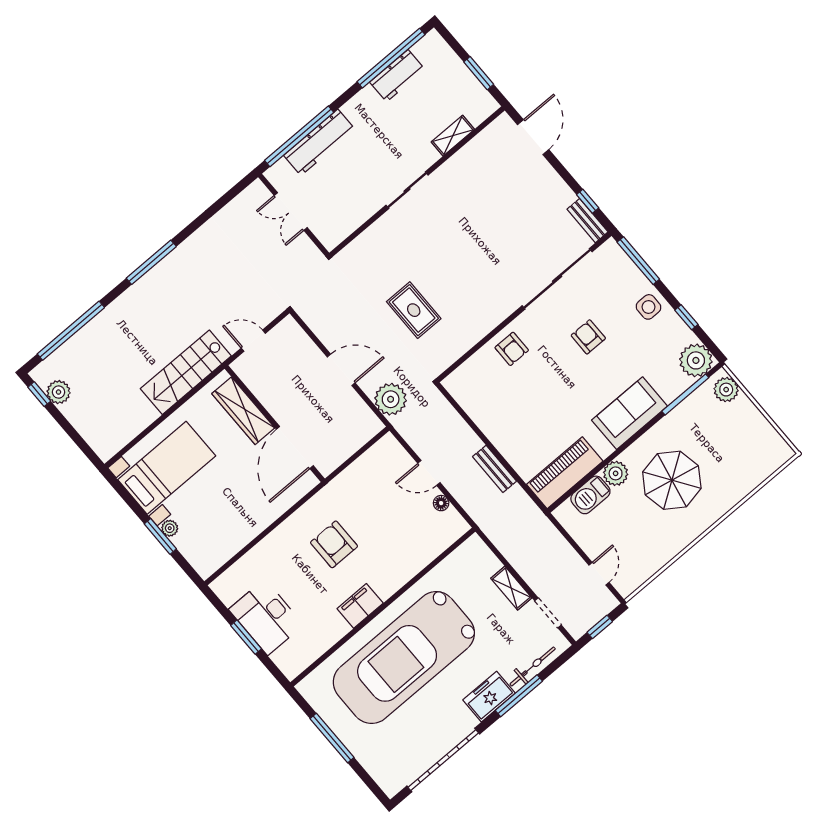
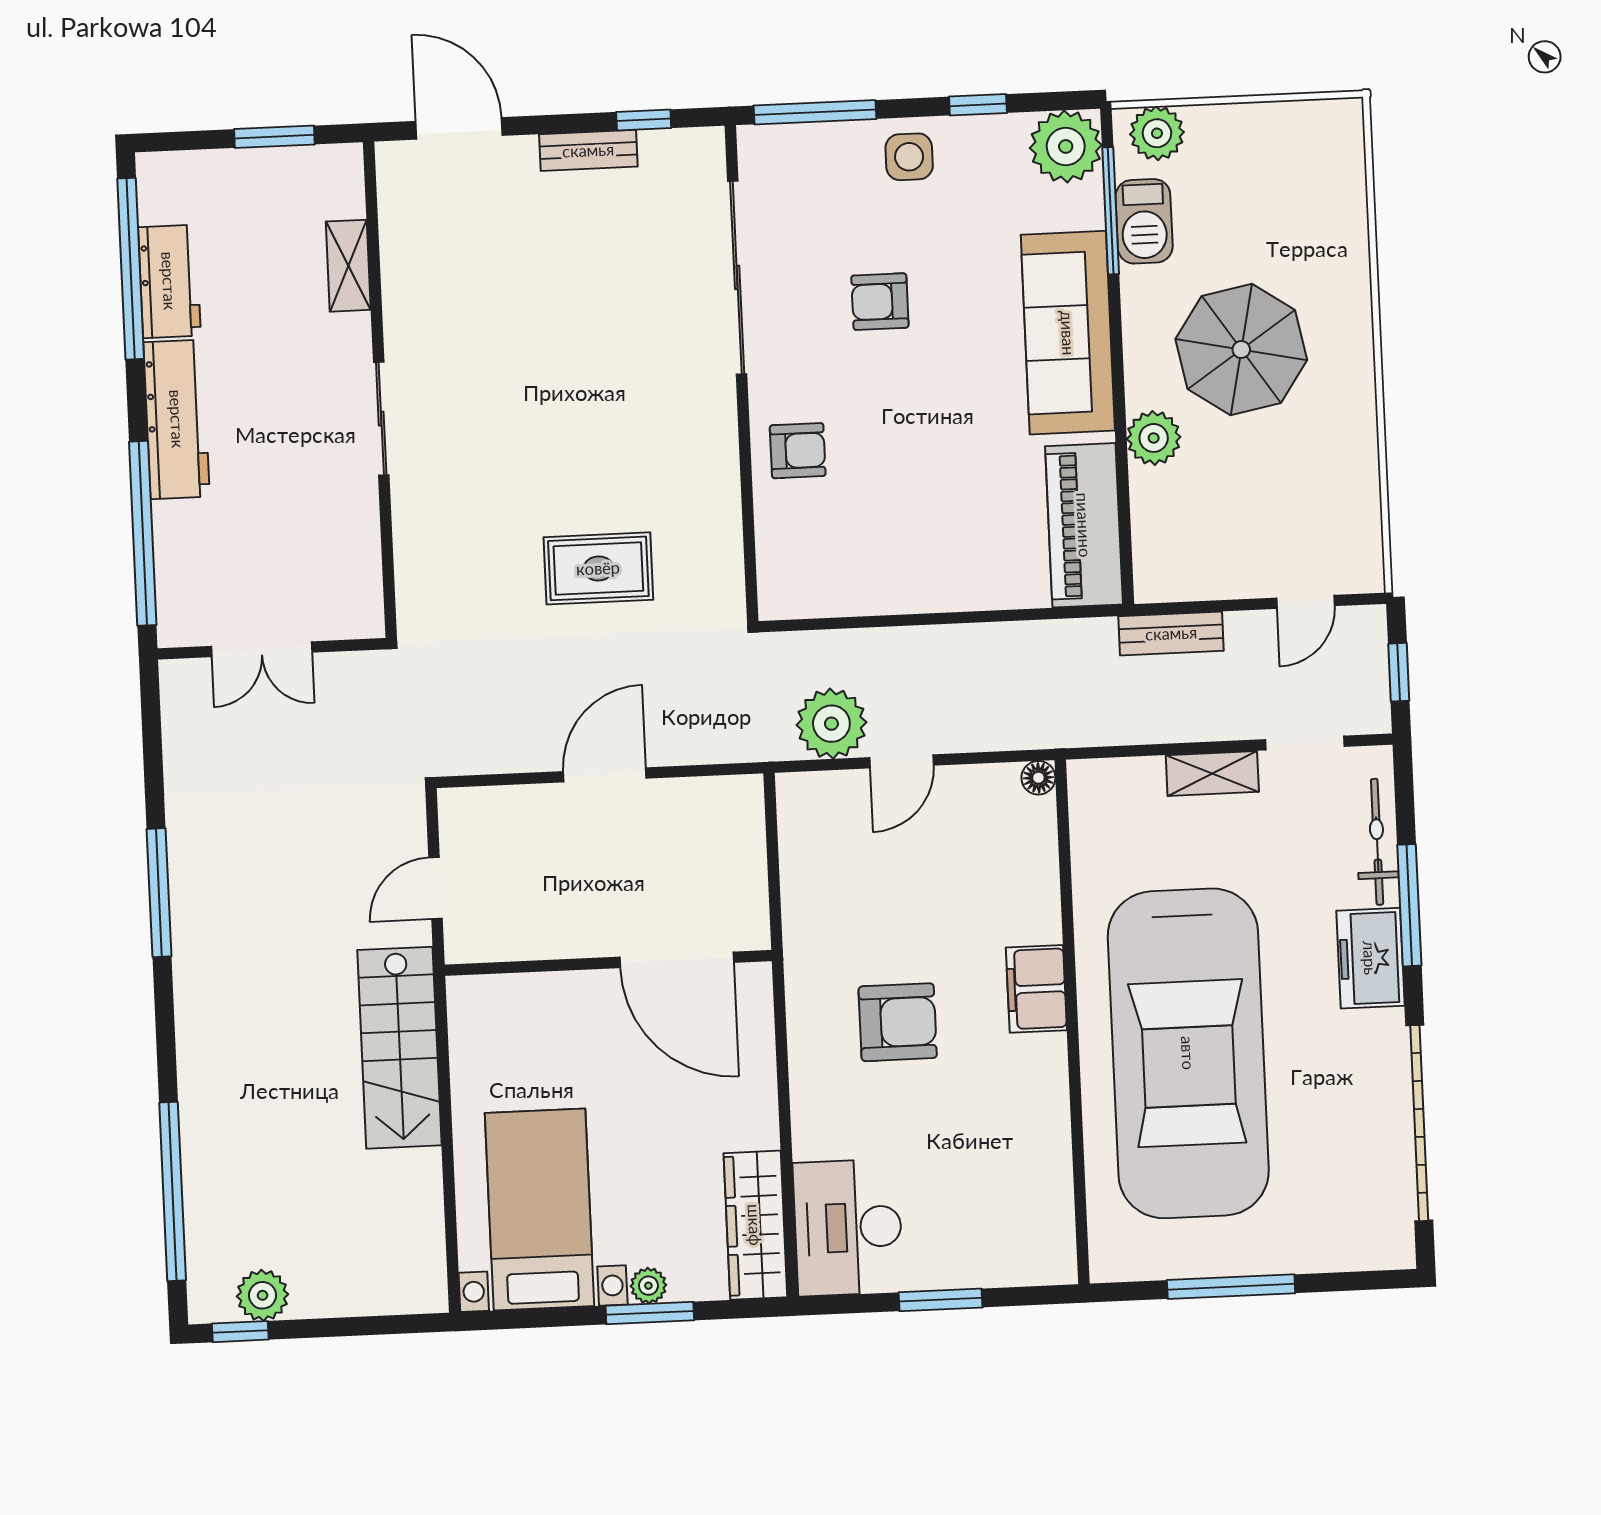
workbench: (319, 142) -> (177, 419), moved
bench: (587, 221) -> (588, 150), moved
window: (151, 262) -> (159, 893), moved
plant: (391, 399) -> (831, 724), moved
wardrobe: (243, 411) -> (755, 1225), moved, turned 90
sofa: (630, 413) -> (1068, 333), width x1.36
bench: (495, 469) -> (1171, 633), moved
barbecue: (590, 495) -> (1144, 221), moved
floor lamp: (441, 503) -> (1038, 778), moved
armchair: (334, 544) -> (898, 1022), turned 180
door: (599, 574) -> (1305, 602), swing flipped
filing cabinet: (360, 606) -> (1036, 989), moved
desk: (266, 617) -> (848, 1228), moved, turned 90

